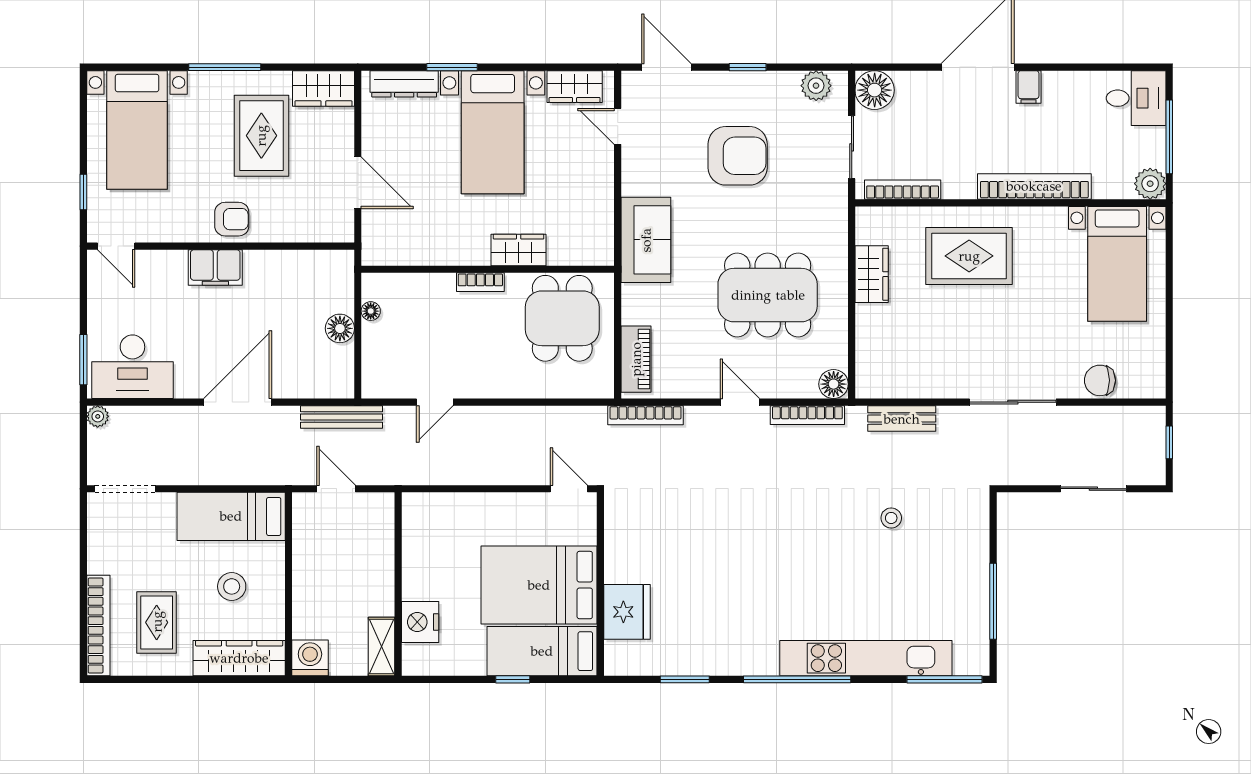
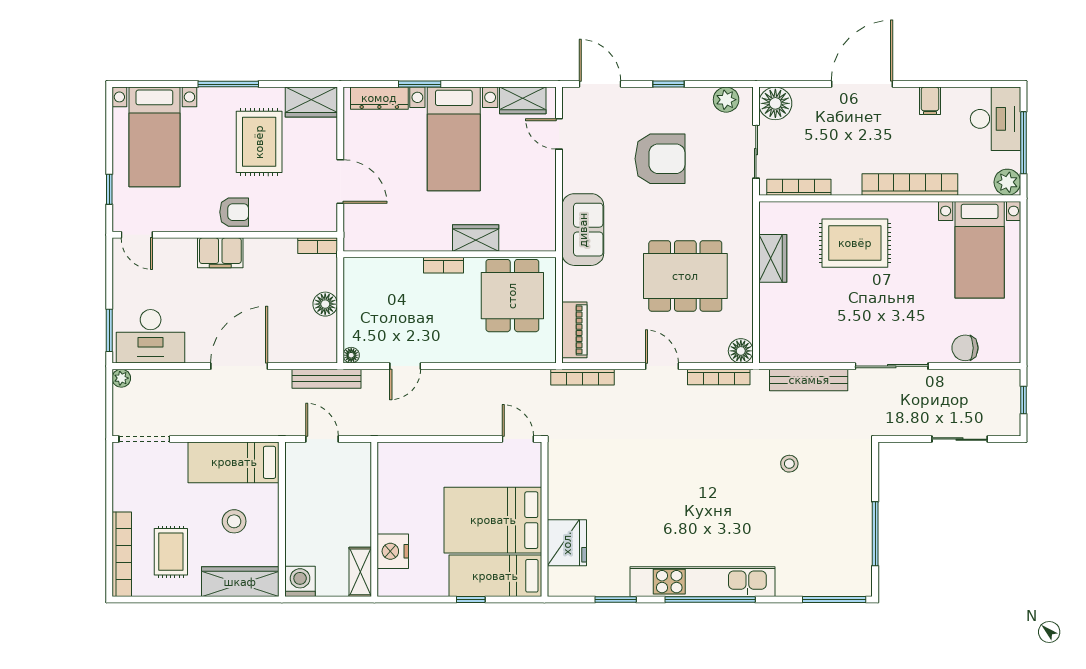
filing cabinet: (1029, 87) -> (930, 101), moved
desk: (1136, 98) -> (995, 119), width x1.37
bookcase: (331, 259) -> (318, 246), added
floor lamp: (371, 311) -> (351, 355), moved
bench: (902, 419) -> (809, 380), width x1.36
kitchen unit: (866, 658) -> (703, 582), moved

